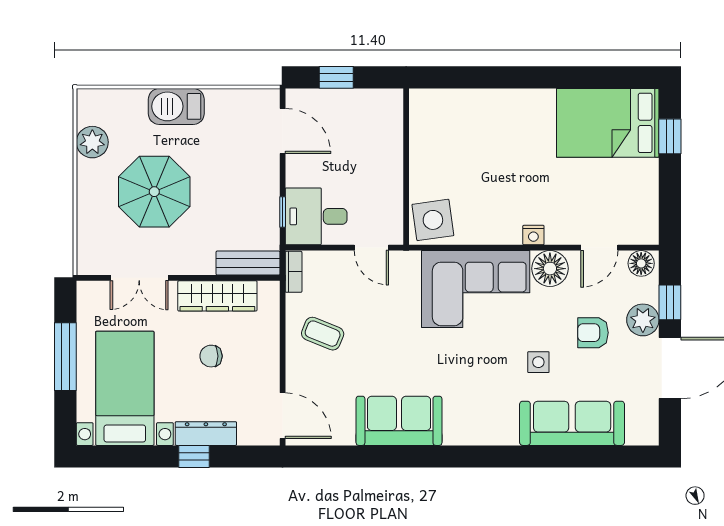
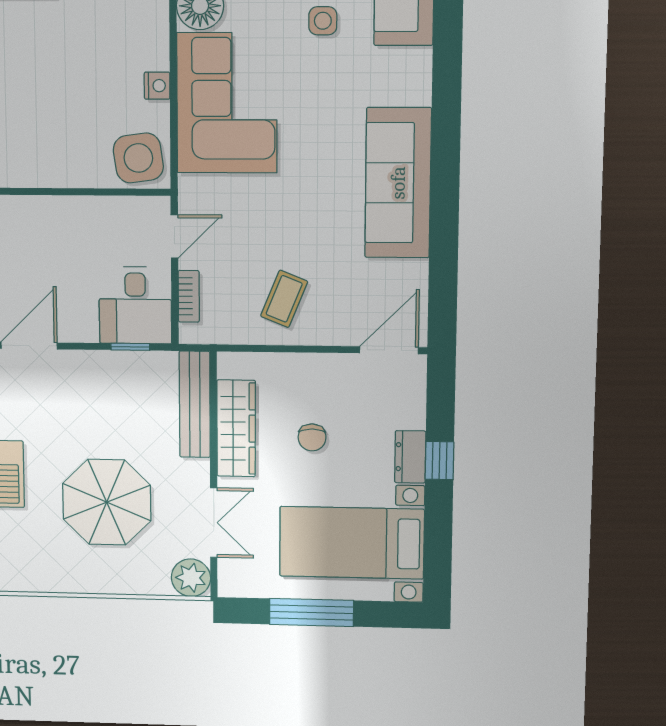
plant: (92, 142) -> (191, 578), moved
nightstand: (533, 235) -> (157, 86), moved
bench: (248, 263) -> (195, 404), width x1.36
bookcase: (294, 272) -> (189, 296), moved, turned 90
sofa: (399, 421) -> (398, 183), width x1.36
dresser: (206, 434) -> (410, 457), width x0.70

